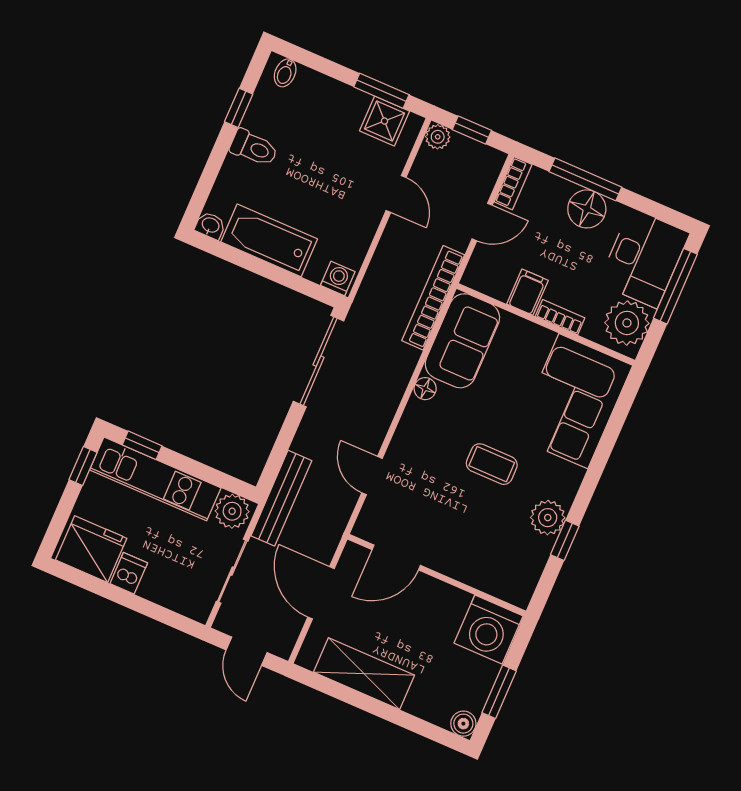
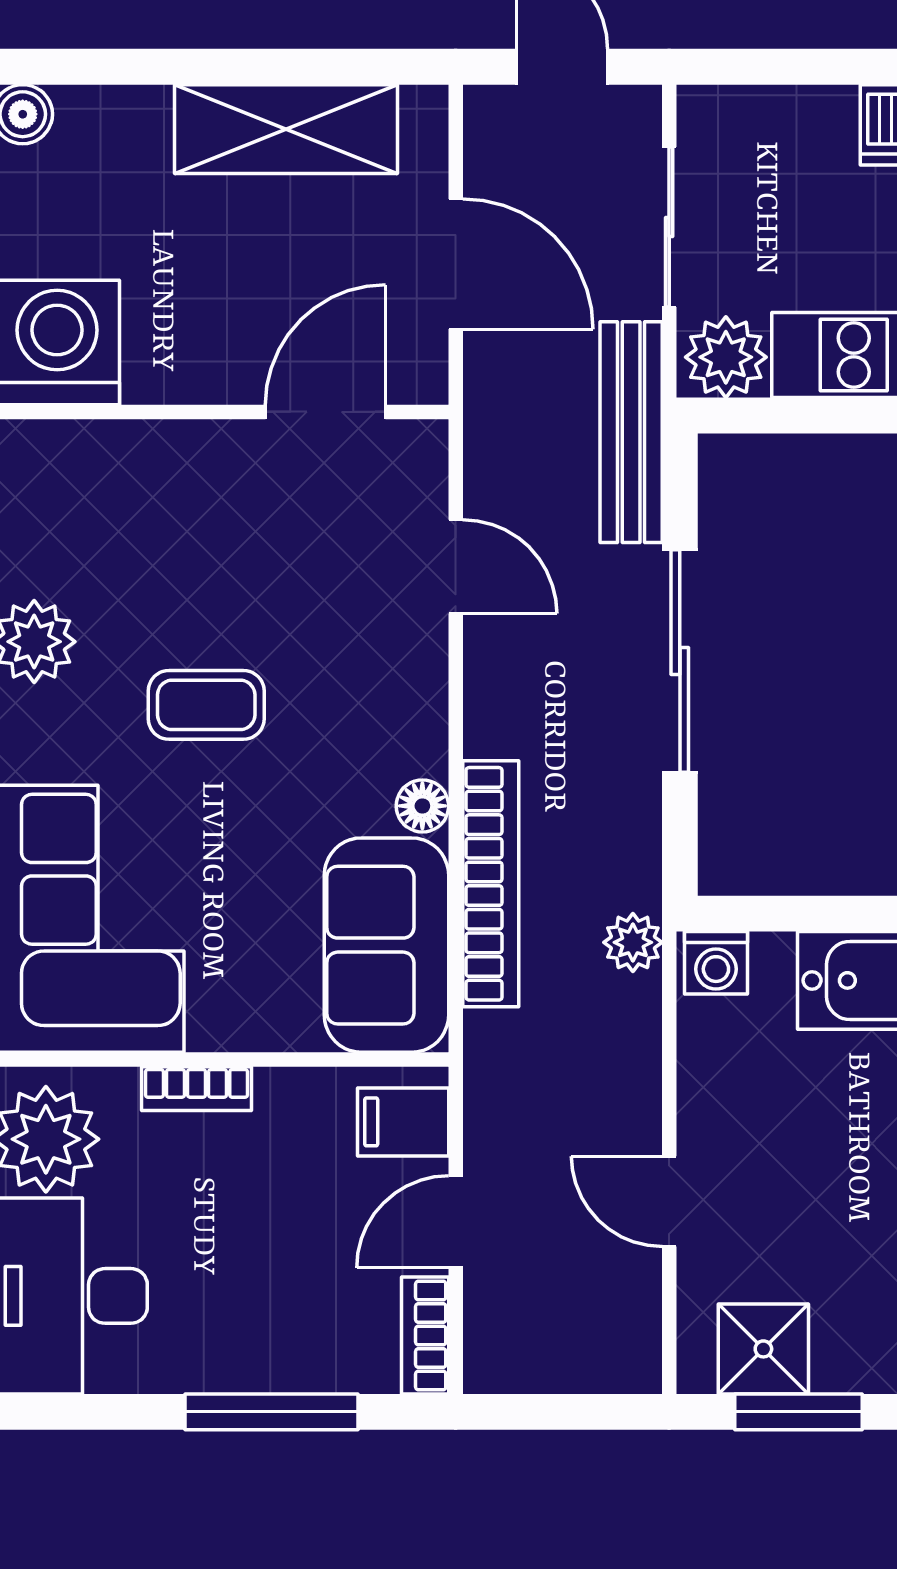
window: (472, 130) -> (565, 1412), removed
plant: (438, 137) -> (633, 942), moved
floor lamp: (587, 209) -> (241, 1349), removed
filing cabinet: (527, 292) -> (403, 1122), moved, turned 90
bookcase: (433, 298) -> (491, 884), moved
sliding door: (319, 361) -> (680, 661), moved

